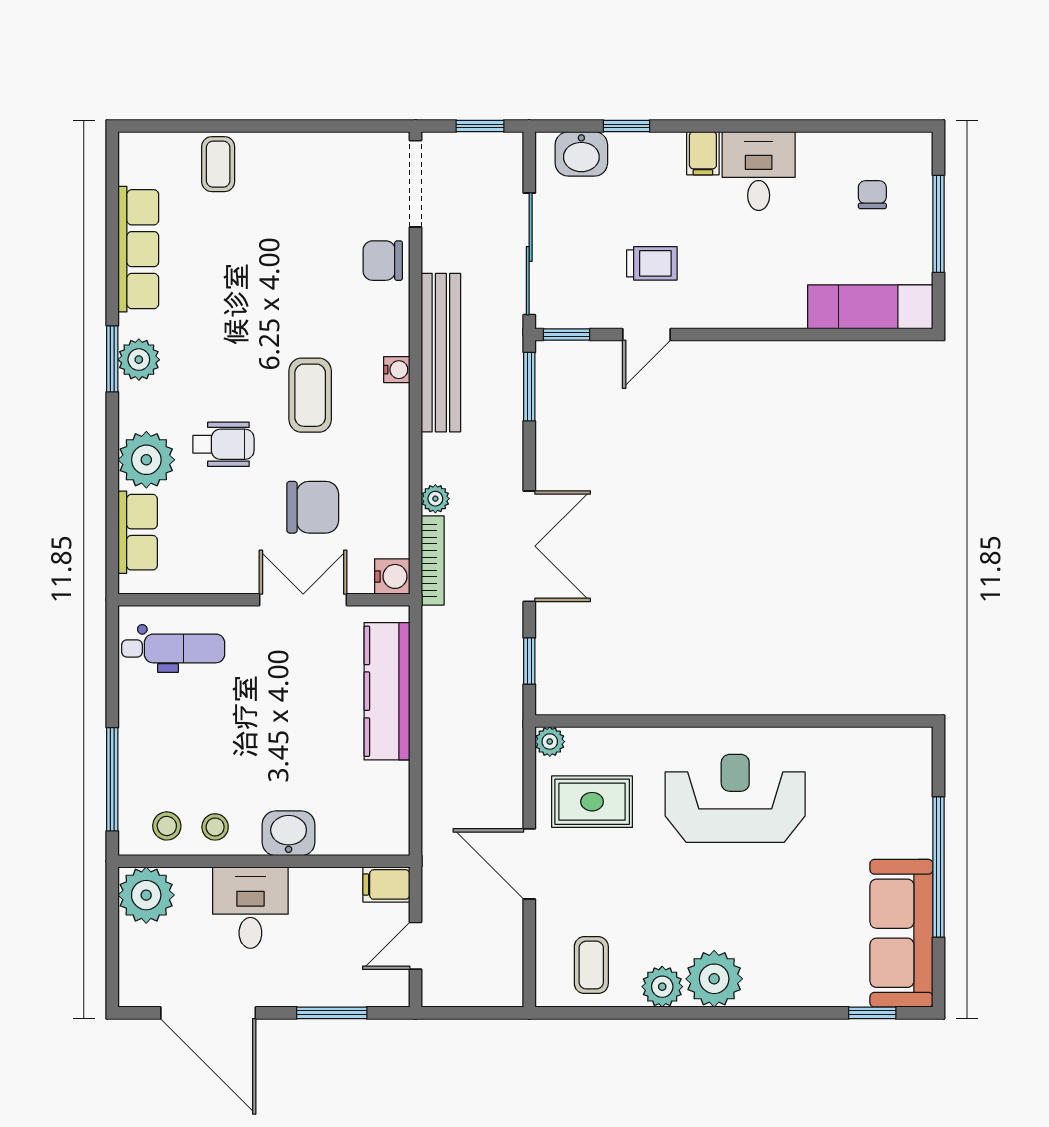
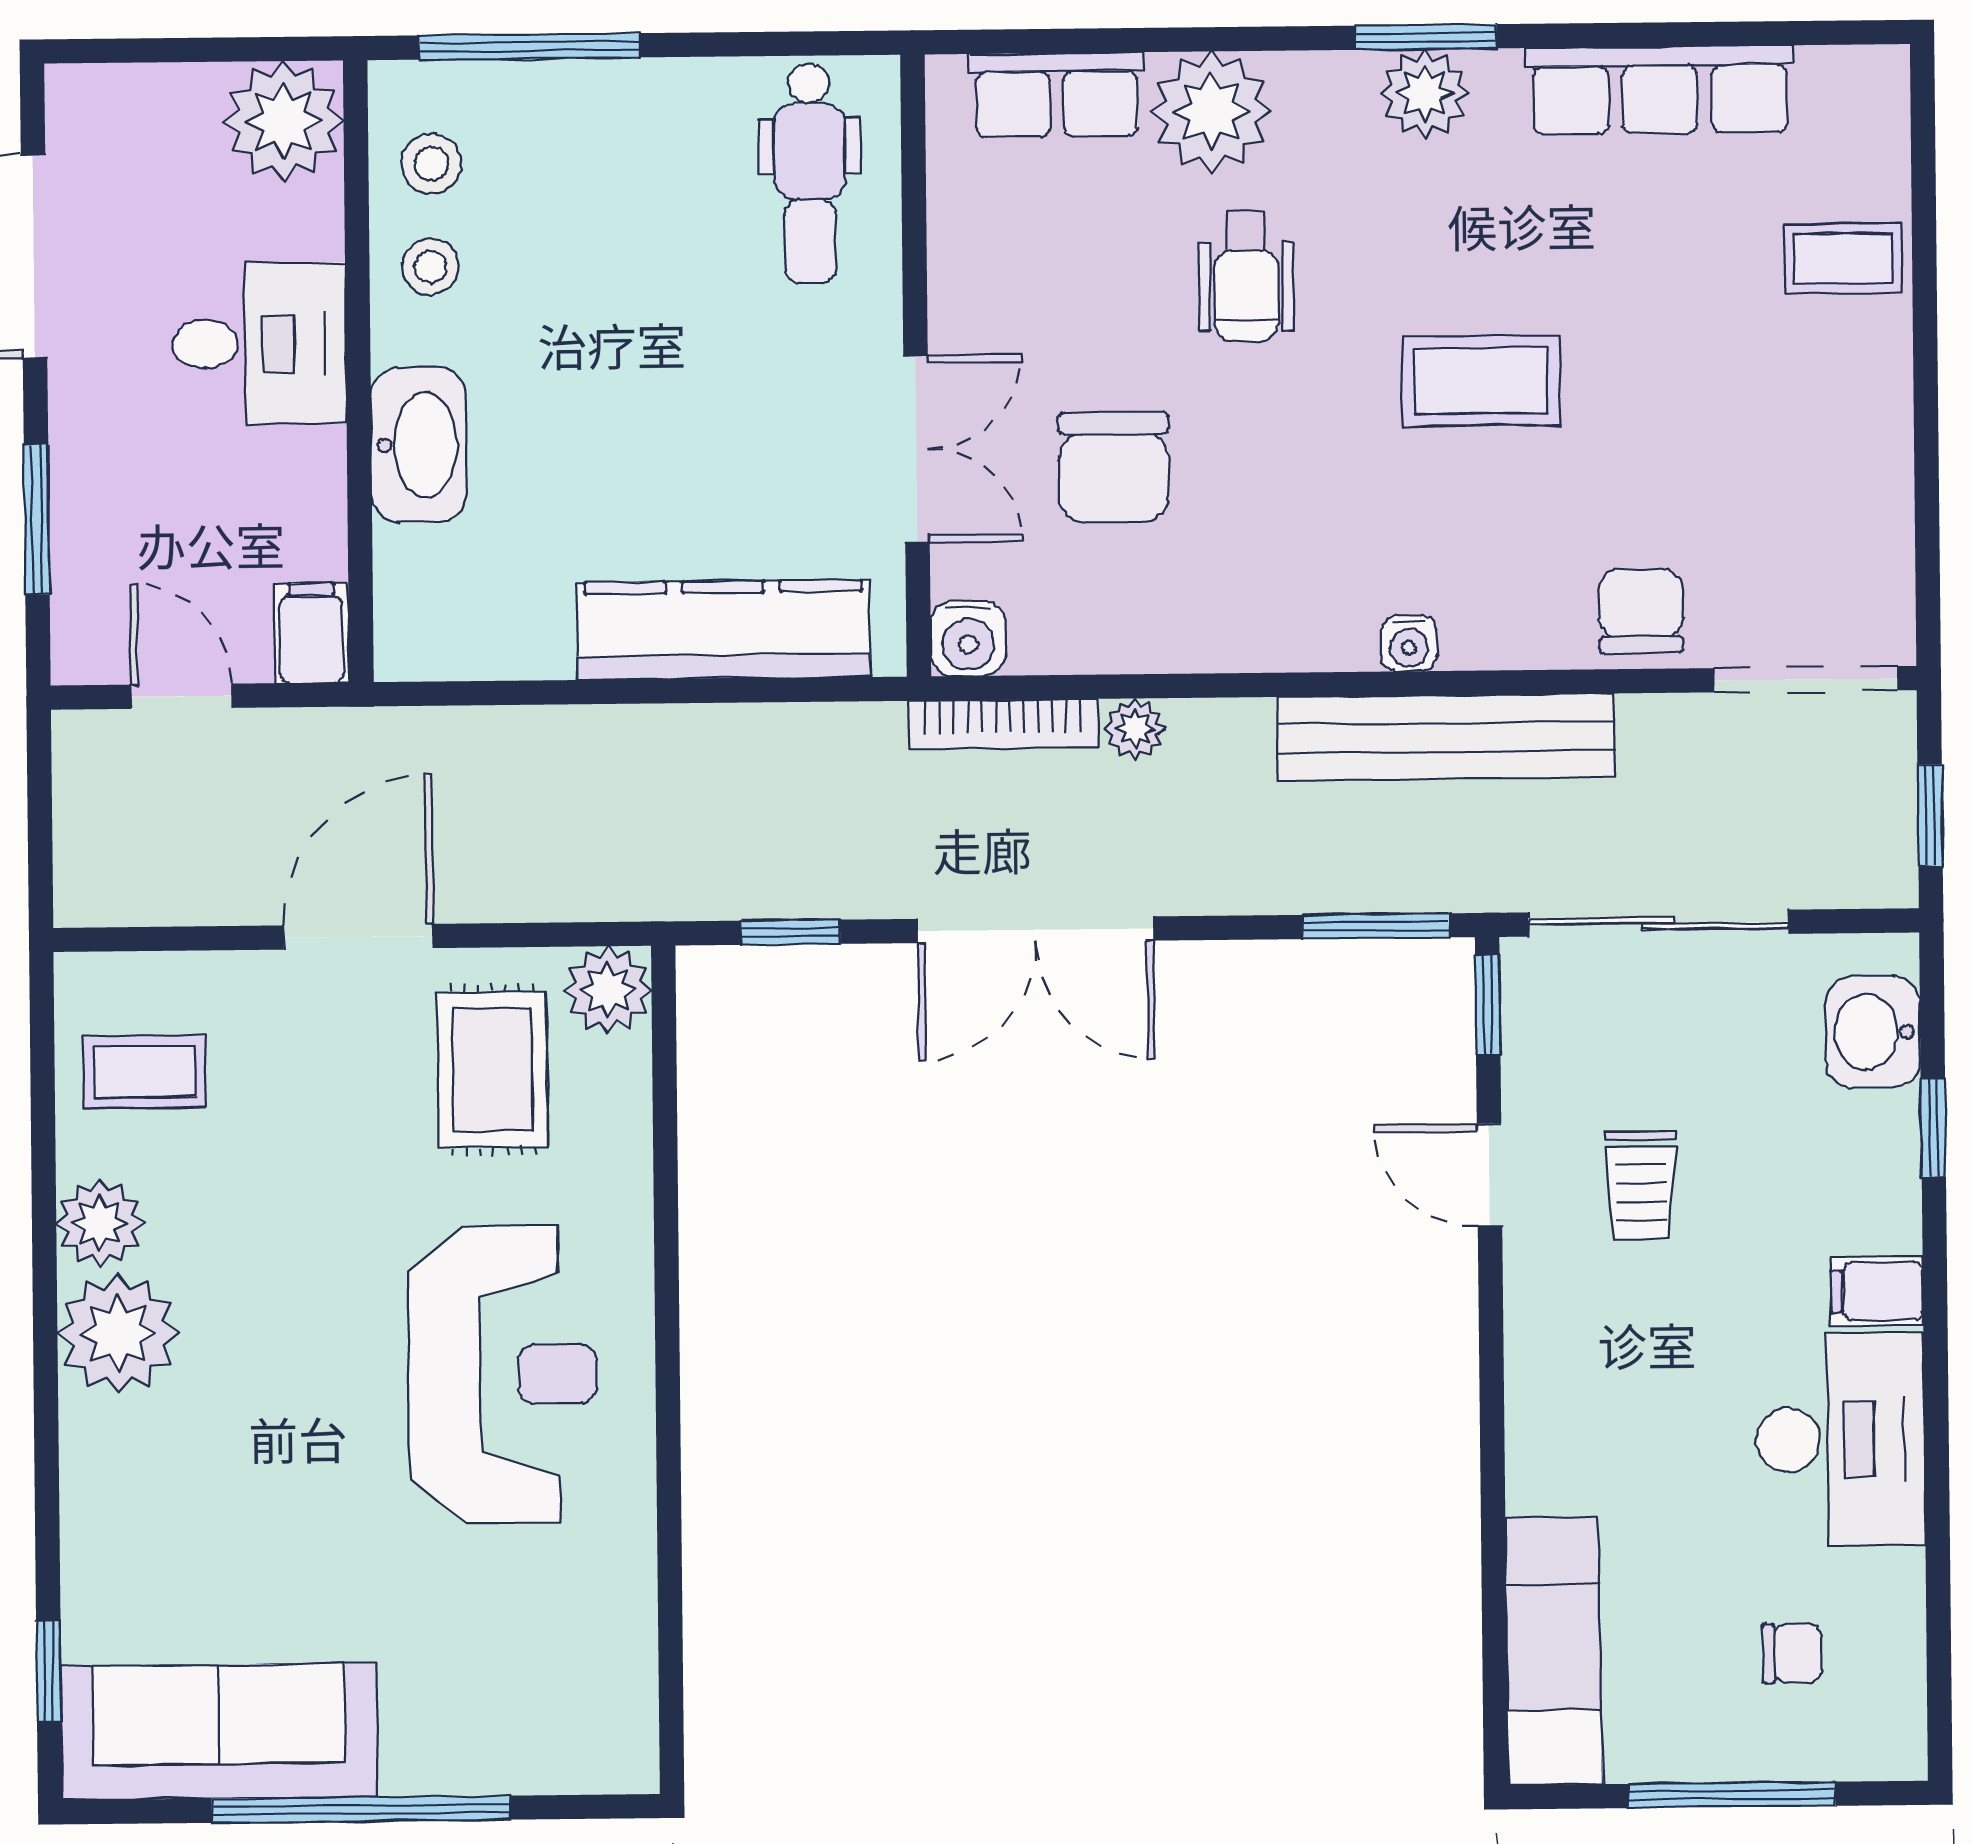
desk: (759, 171) -> (1841, 1439), width x1.37
coffee table: (310, 395) -> (1481, 381), moved
plant: (550, 742) -> (608, 990), width x1.38, depth x1.38
washbasin: (289, 833) -> (419, 445), width x1.38

